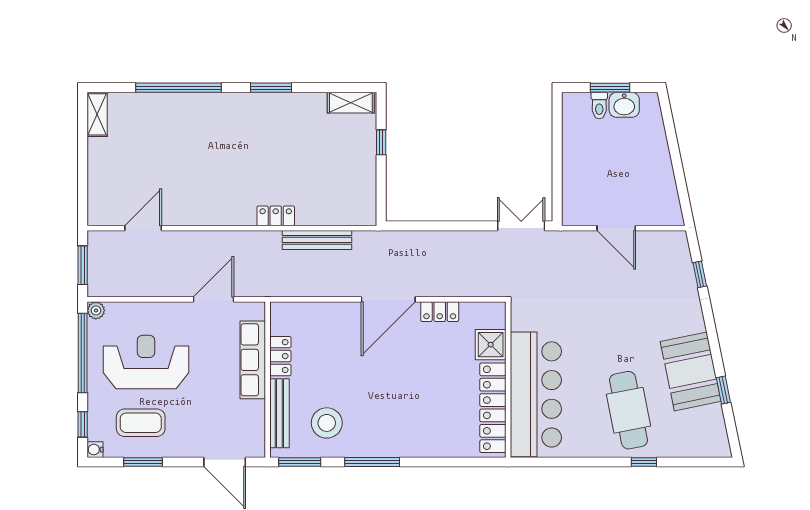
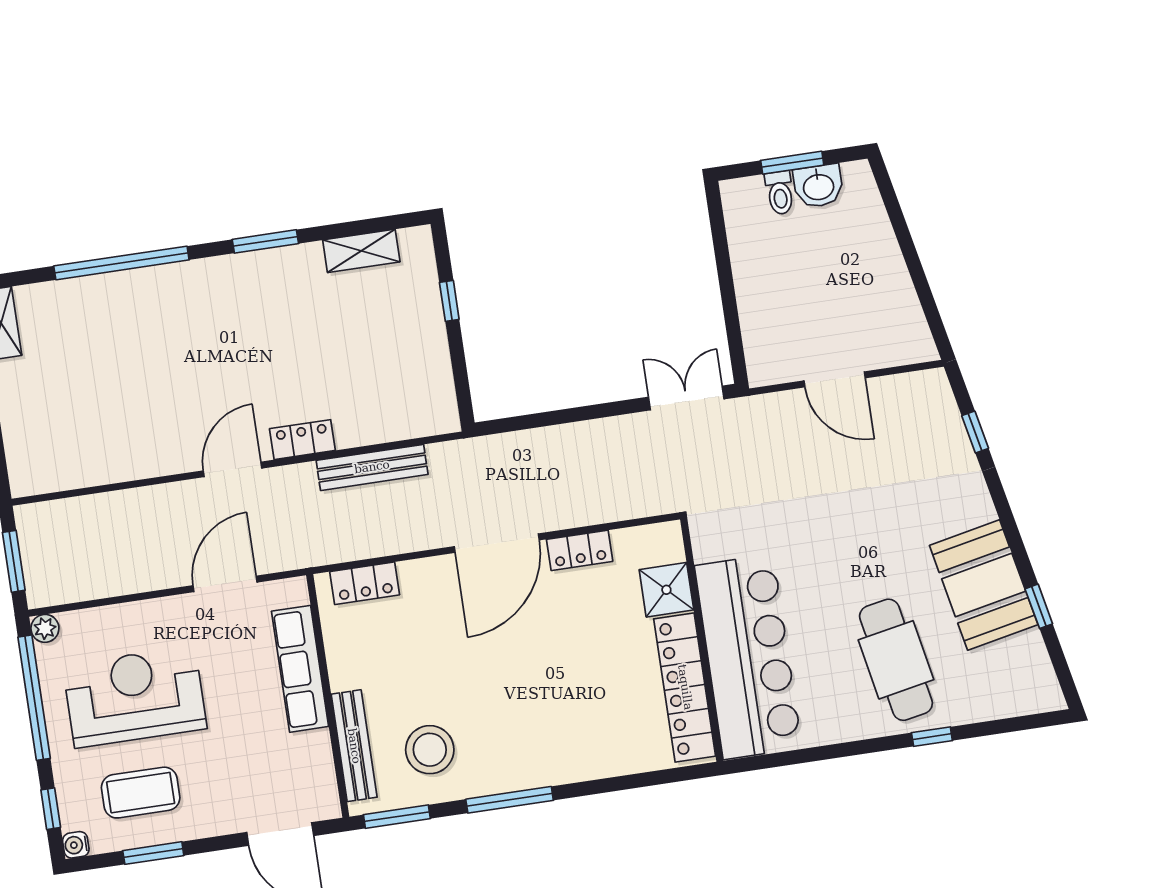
shelving: (351, 103) -> (361, 251), moved
door: (143, 228) -> (232, 469), moved
locker: (280, 356) -> (365, 583), moved, turned 90

